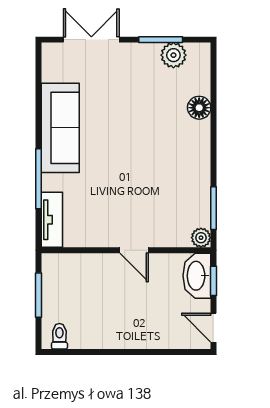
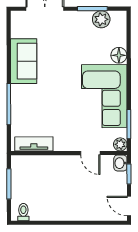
sofa: (60, 128) -> (24, 61), width x0.73
corner sofa: (178, 167) -> (104, 96), added
tv unit: (52, 220) -> (34, 144), moved, turned -90
door: (134, 250) -> (90, 153), moved
washbasin: (197, 276) -> (120, 163), width x0.52, depth x0.69

